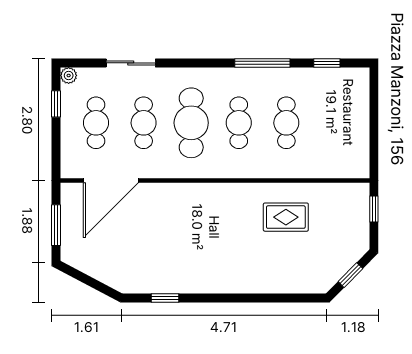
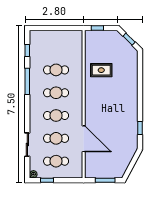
cafe table: (191, 123) -> (56, 116), width x0.73, depth x0.74
door: (111, 180) -> (84, 139), moved
rug: (286, 217) -> (101, 70), turned 90

